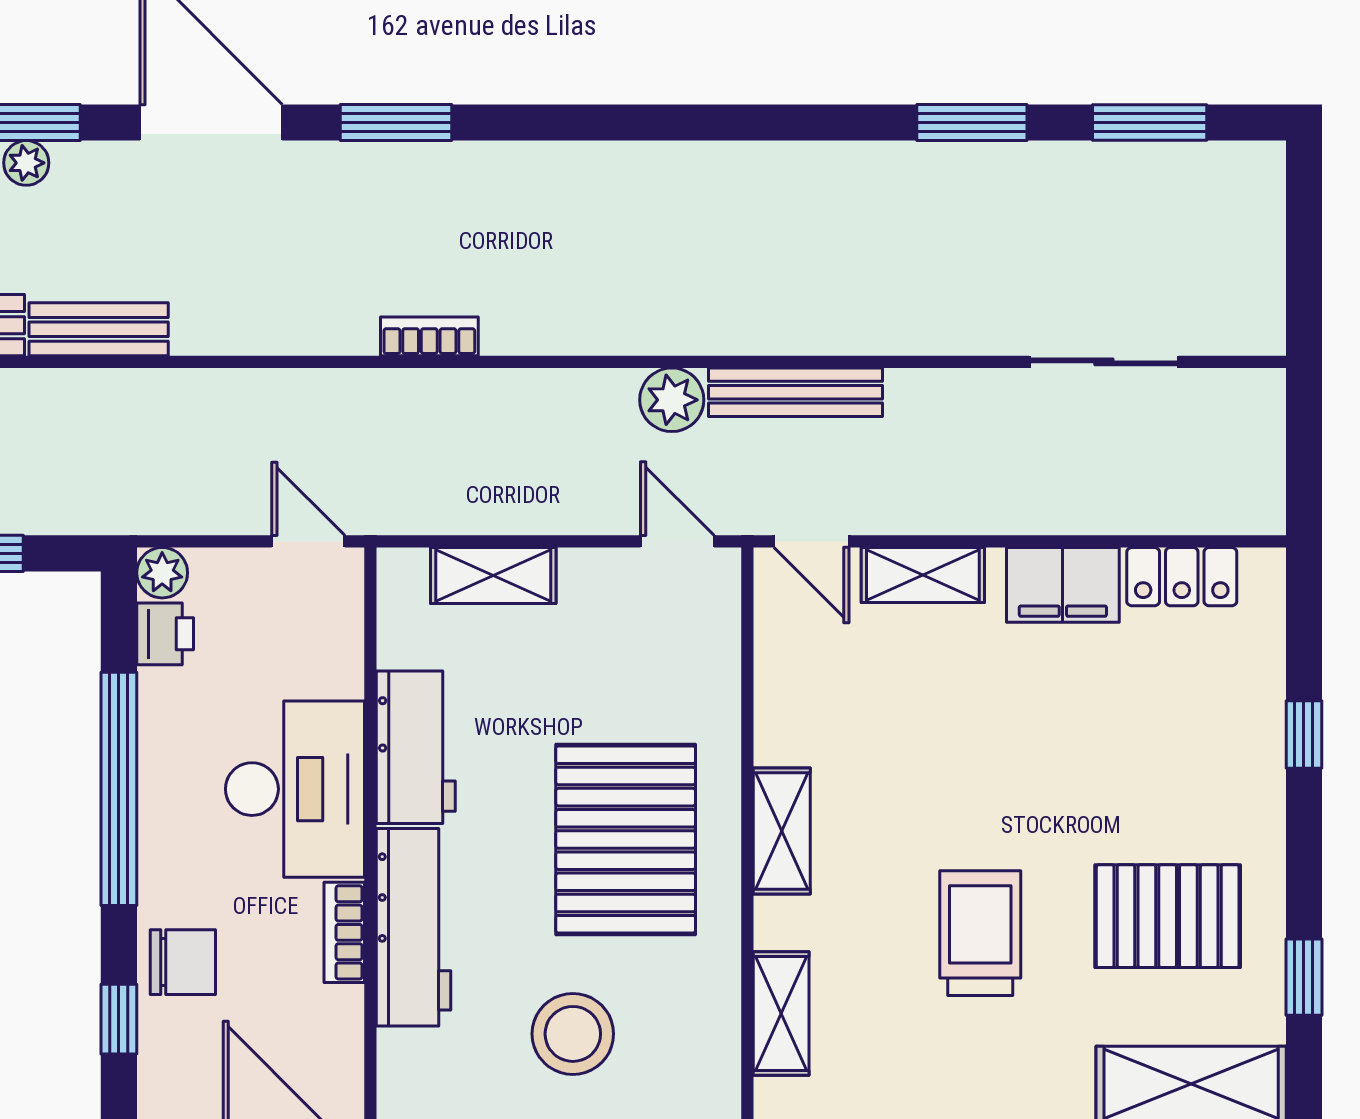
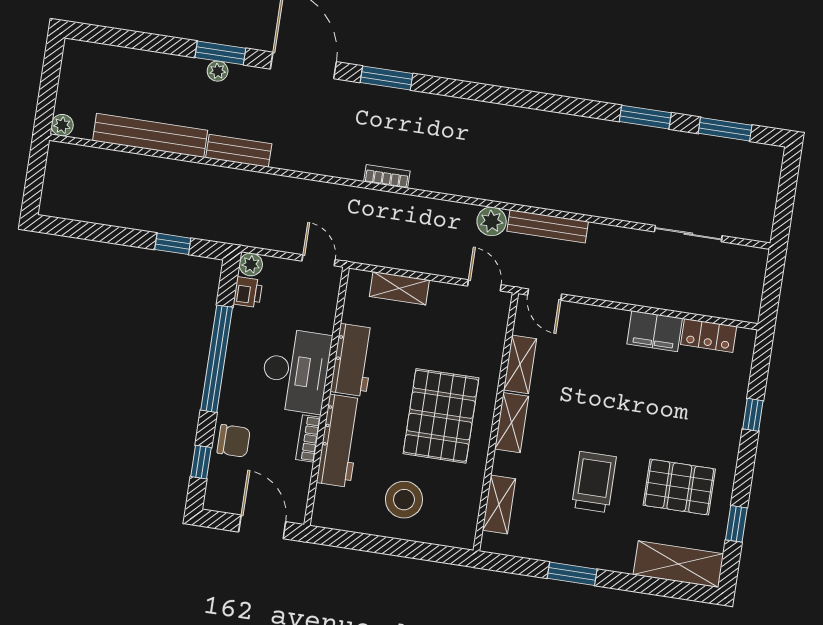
shelving: (923, 575) -> (520, 364), moved, turned 90

